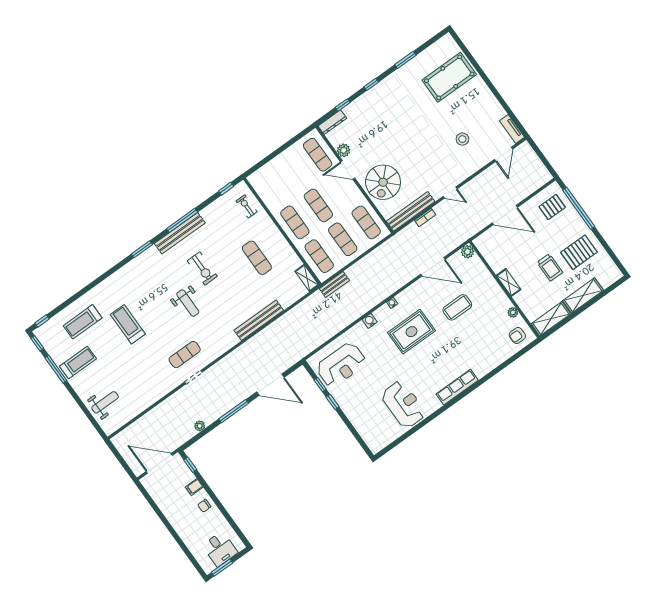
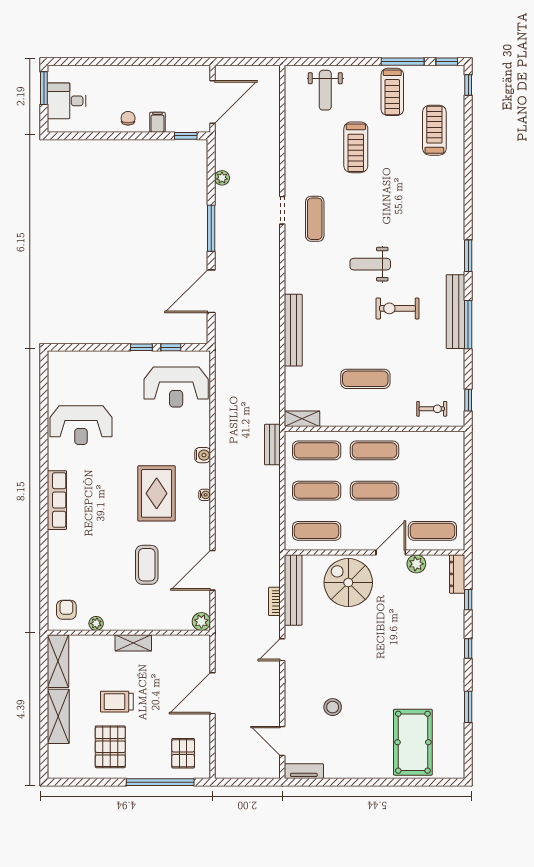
treadmill: (128, 324) -> (356, 147), moved, turned 90
reception desk: (341, 365) -> (176, 387), turned -90

